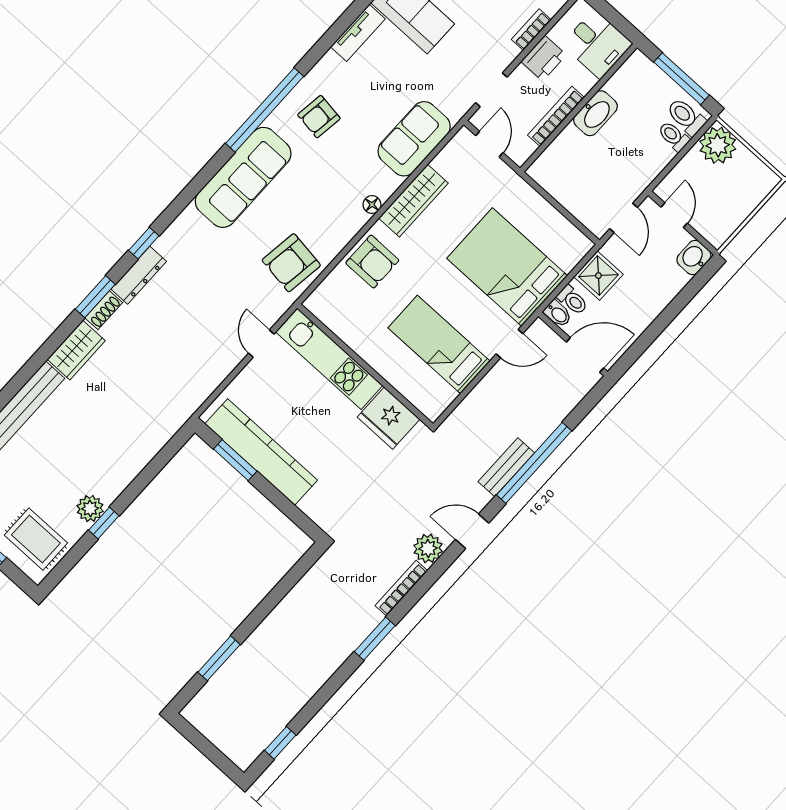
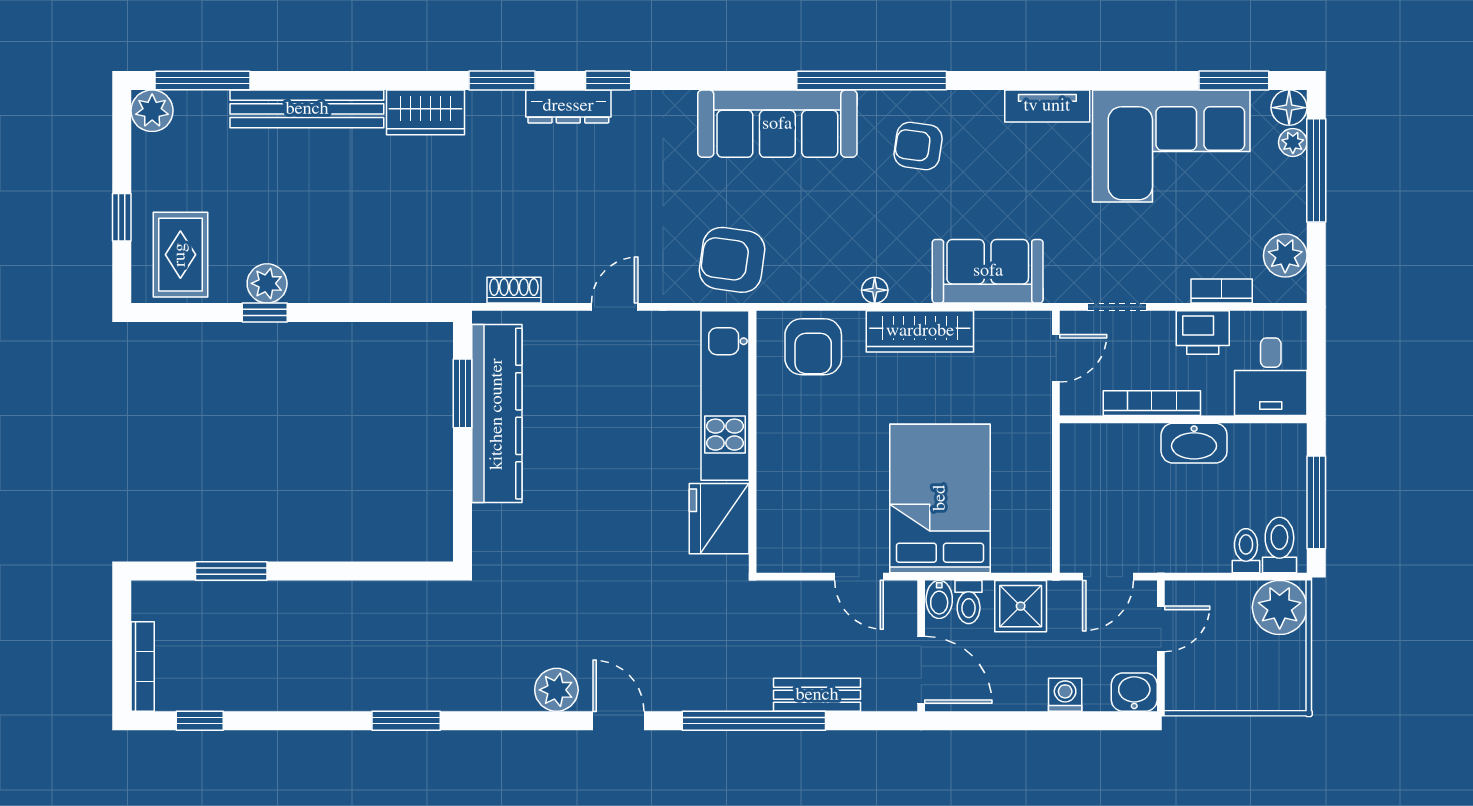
washing machine: (664, 294) -> (1065, 695), added
shoe rack: (104, 310) -> (514, 290), moved, turned 180
bed: (439, 344) -> (789, 501), removed
kitchen unit: (329, 359) -> (725, 396), moved
wall: (365, 366) -> (753, 442), moved
fridge: (389, 418) -> (719, 519), moved
bench: (506, 467) -> (817, 695), moved
bookcase: (401, 588) -> (143, 666), moved, turned 90

